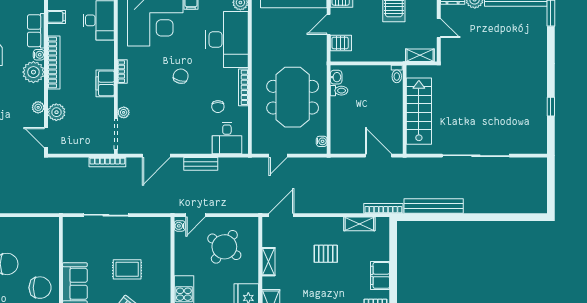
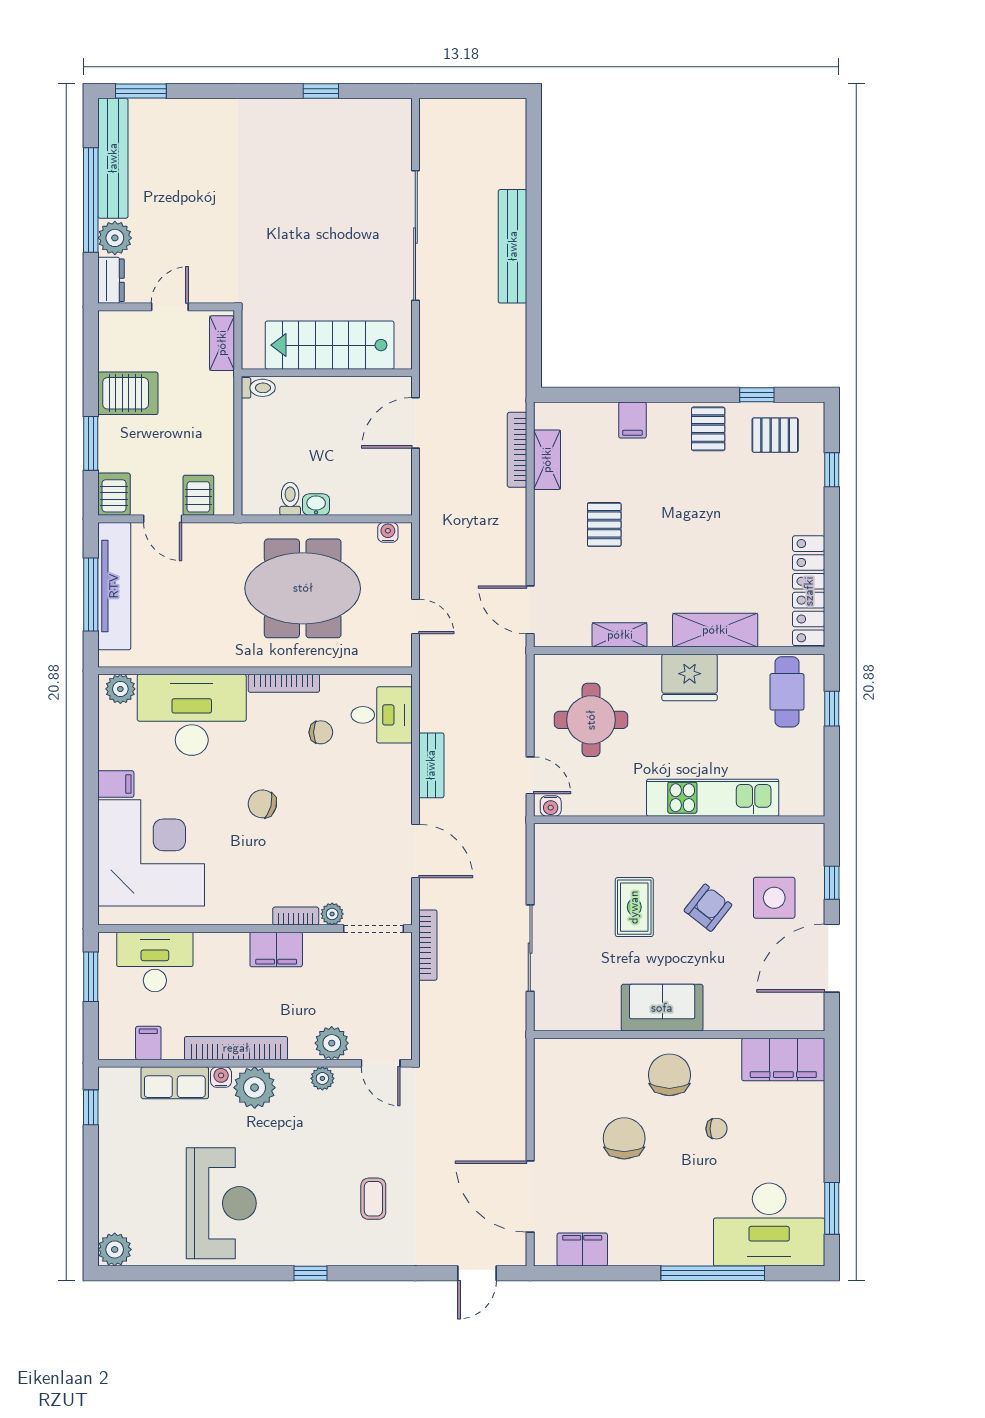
bookcase: (122, 72) -> (296, 916), moved
washbasin: (336, 77) -> (316, 505), moved
door: (46, 138) -> (381, 1063), hinge flipped
bench: (434, 206) -> (513, 246), moved
bookcase: (383, 208) -> (517, 450), moved
round table: (224, 247) -> (591, 720), turned -35
filing cabinet: (380, 275) -> (632, 420), width x0.50

